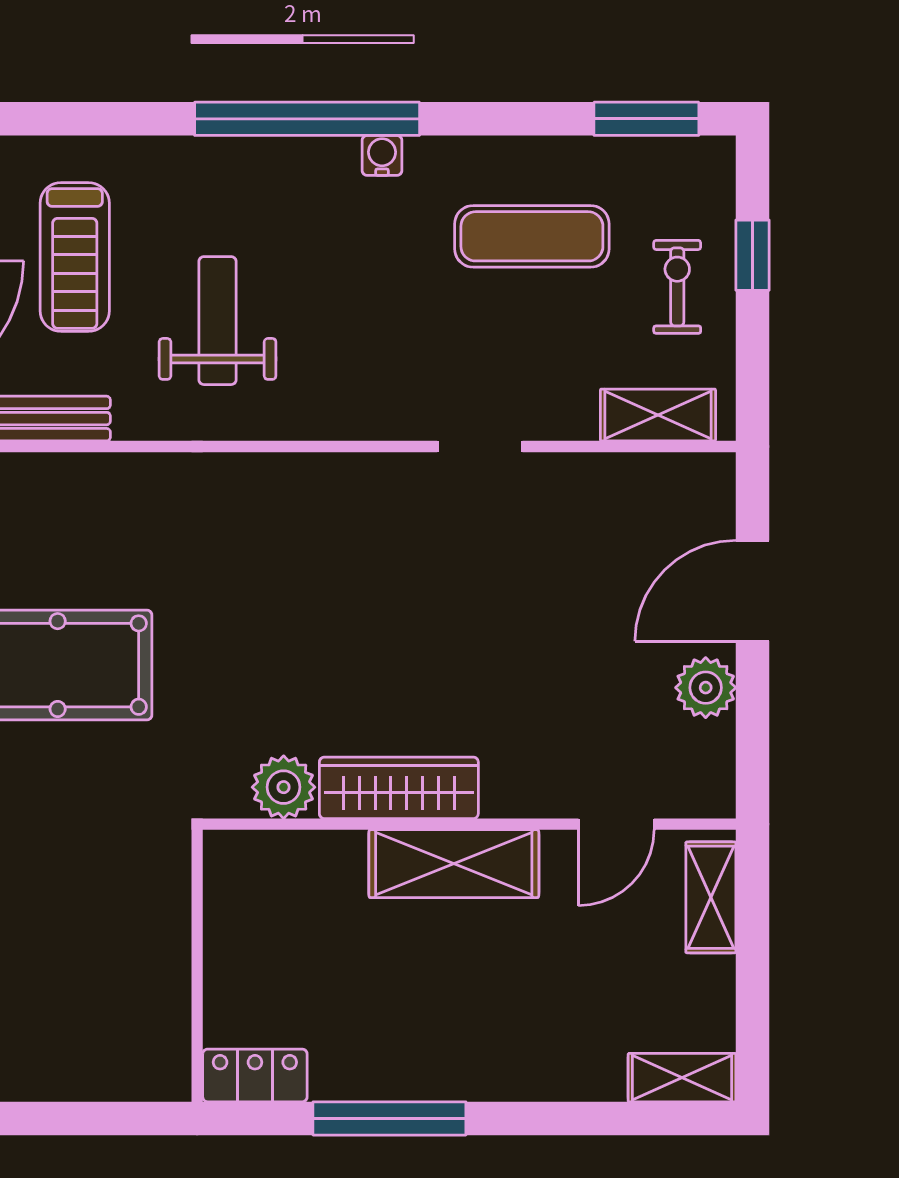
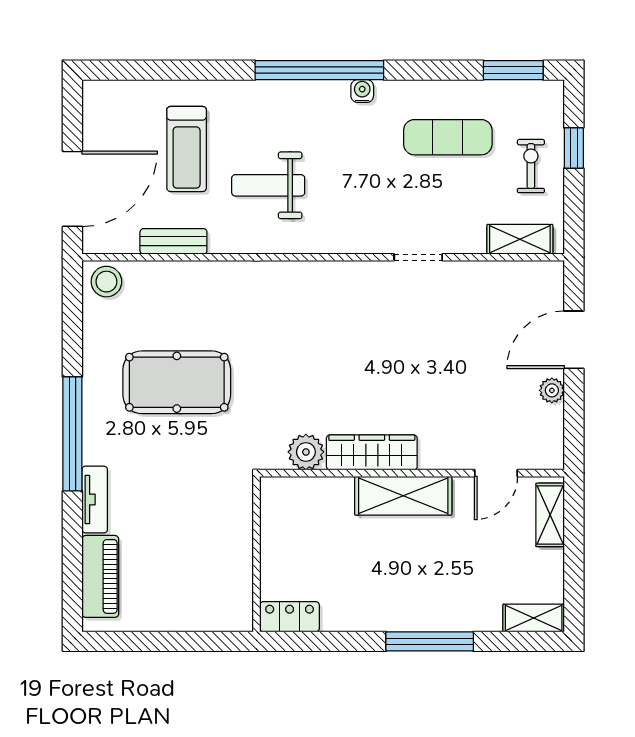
weight bench: (218, 321) -> (268, 185), turned -90
plant: (706, 688) -> (552, 390), width x0.73, depth x0.73
window: (389, 1118) -> (430, 641), moved

